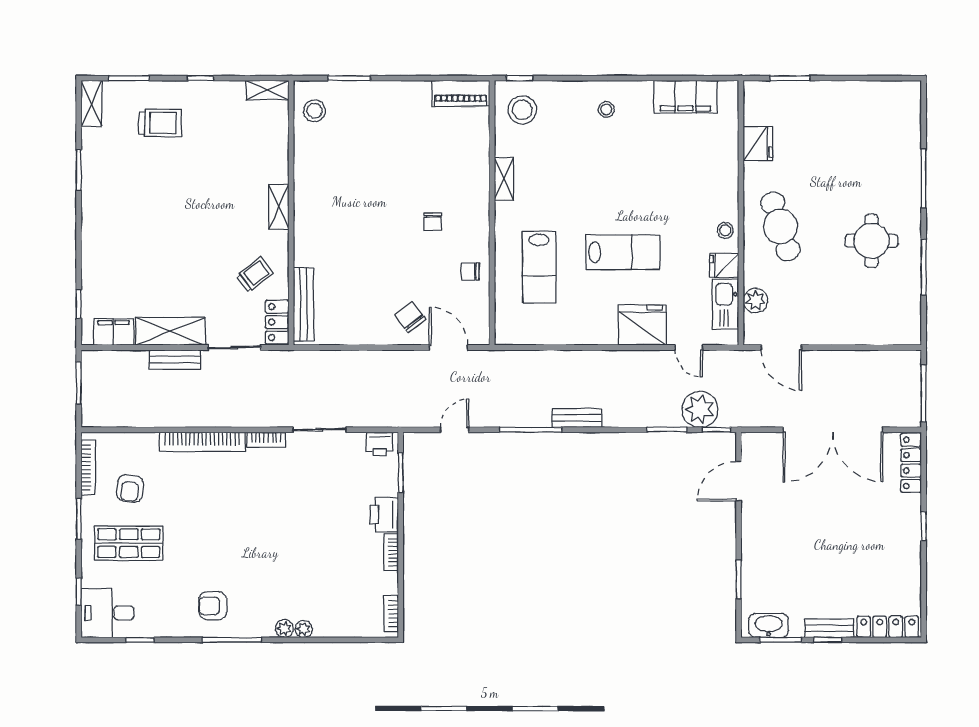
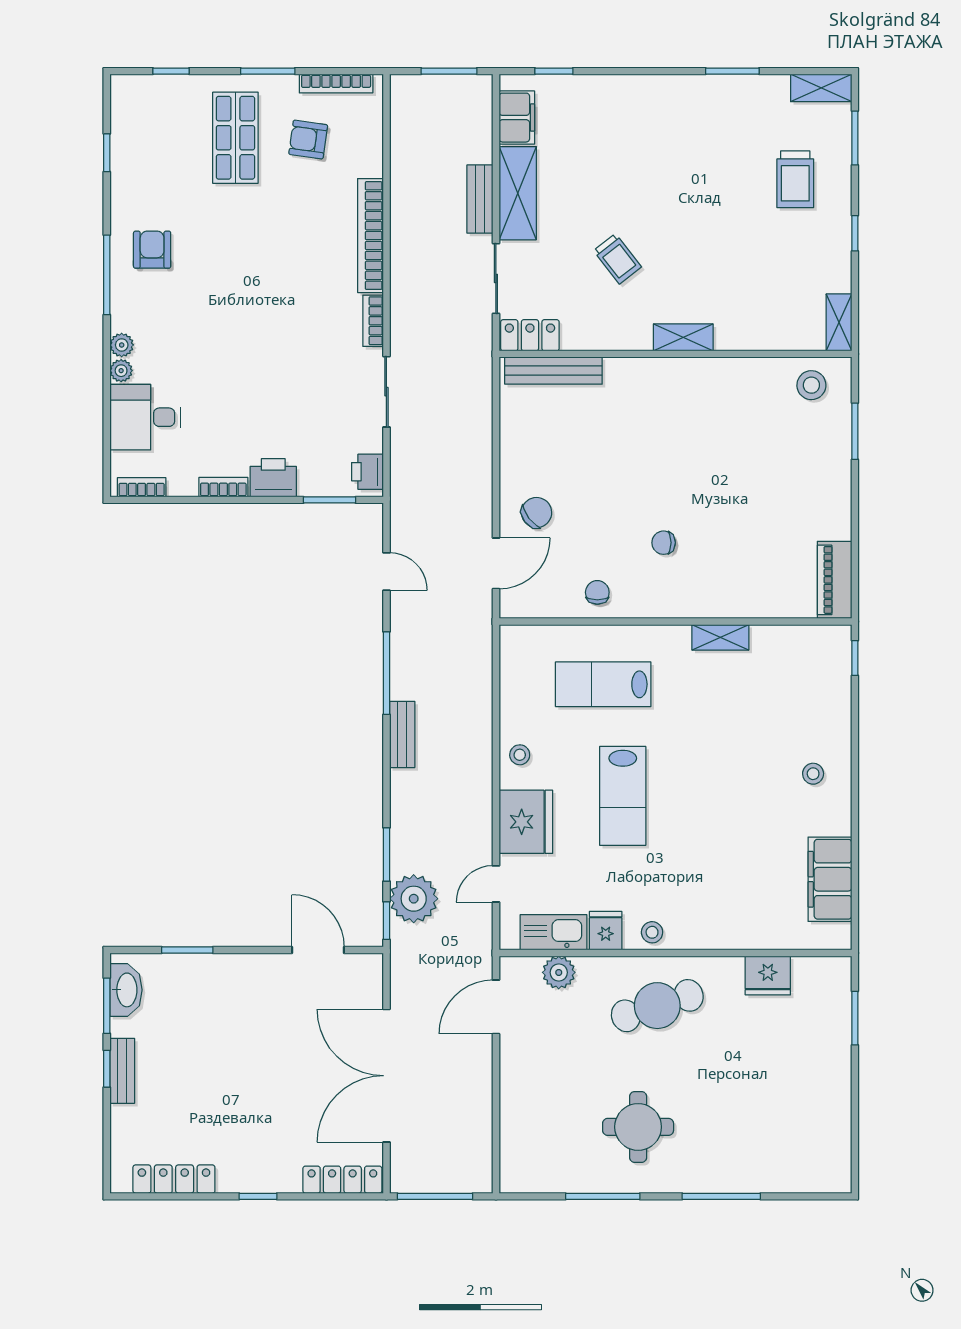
stool: (522, 110) -> (520, 755), moved, width x0.53, depth x0.53
trolley: (255, 275) -> (617, 259), moved
desk: (108, 613) -> (145, 417), moved, turned -90
locker: (888, 627) -> (174, 1179), moved, turned -90

